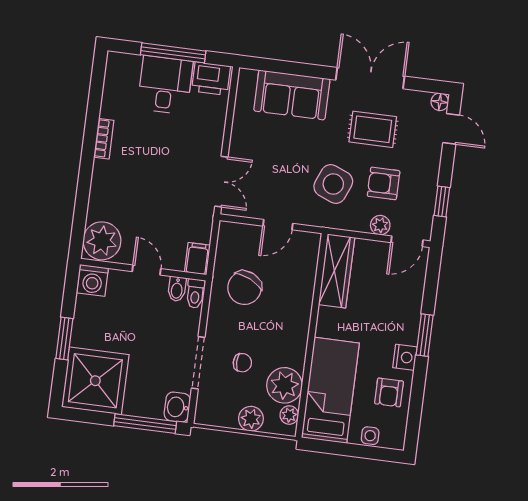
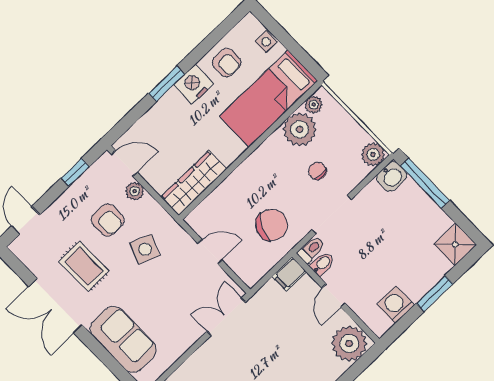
floor lamp: (440, 102) -> (18, 247), removed
side table: (333, 184) -> (145, 249), width x0.73, depth x0.73
washing machine: (92, 280) -> (396, 305), moved, turned -90
nightstand: (405, 357) -> (194, 84), width x1.36, depth x1.33
doorway: (198, 363) -> (332, 215), moved
shower: (95, 381) -> (455, 244), width x0.54, depth x0.54
armchair: (389, 392) -> (227, 63), turned 90
plant: (251, 419) -> (373, 154), moved

